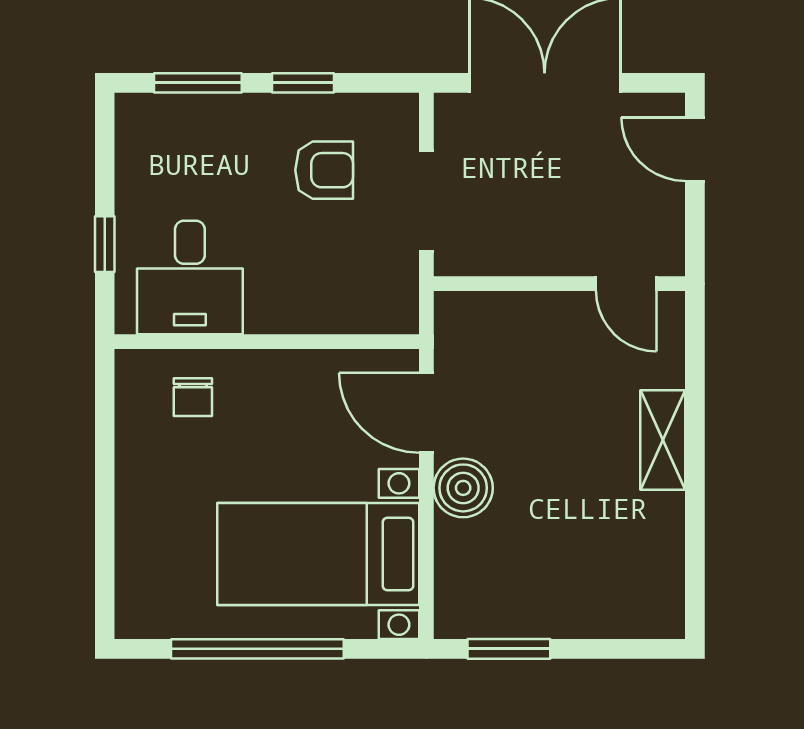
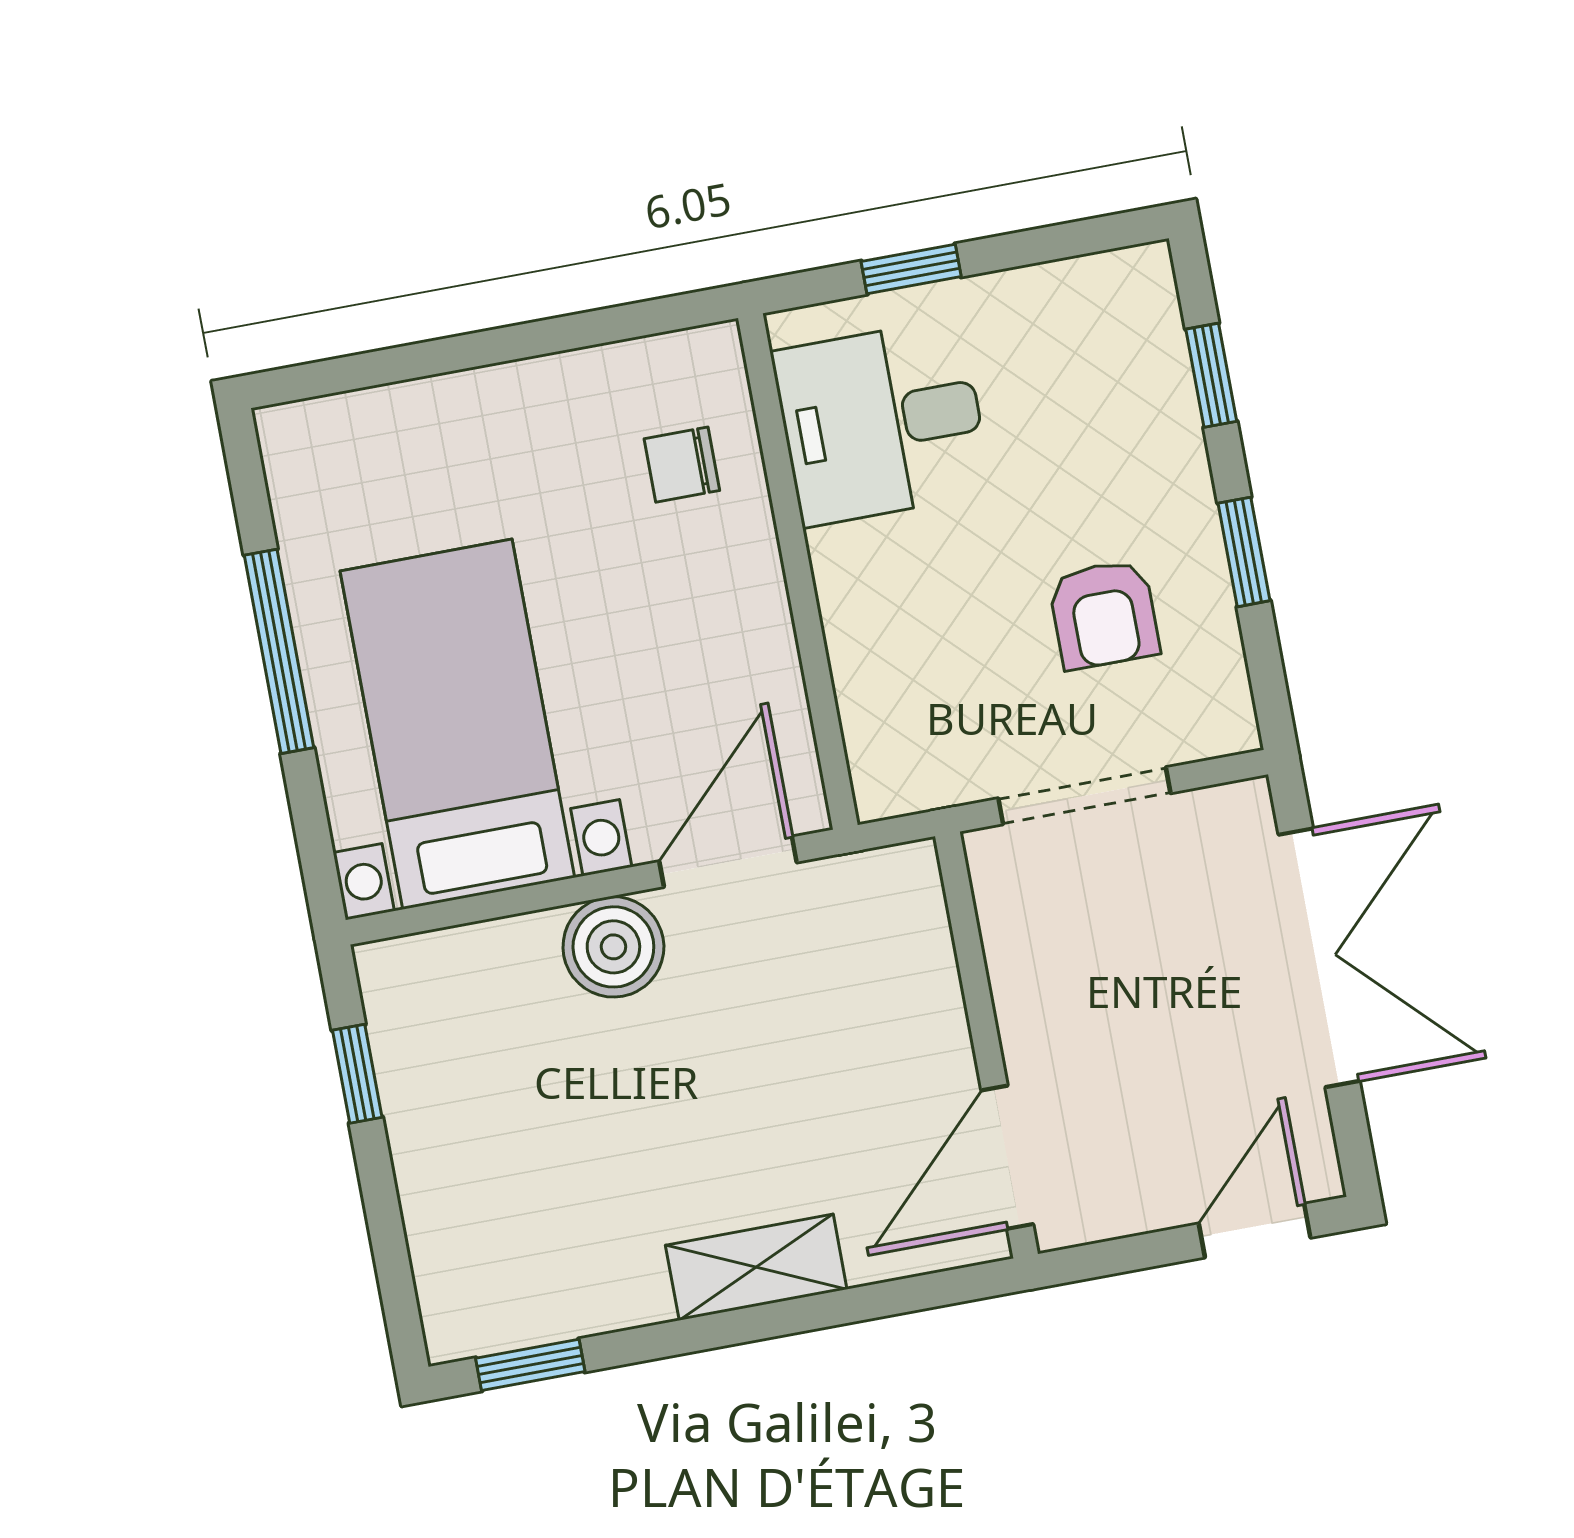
window: (198, 83) -> (1211, 375), width x0.67
door: (626, 284) -> (1007, 1157), width x1.38
window: (695, 580) -> (530, 1365), added
window: (257, 649) -> (279, 651), width x0.68
window: (509, 649) -> (357, 1074), width x0.67

